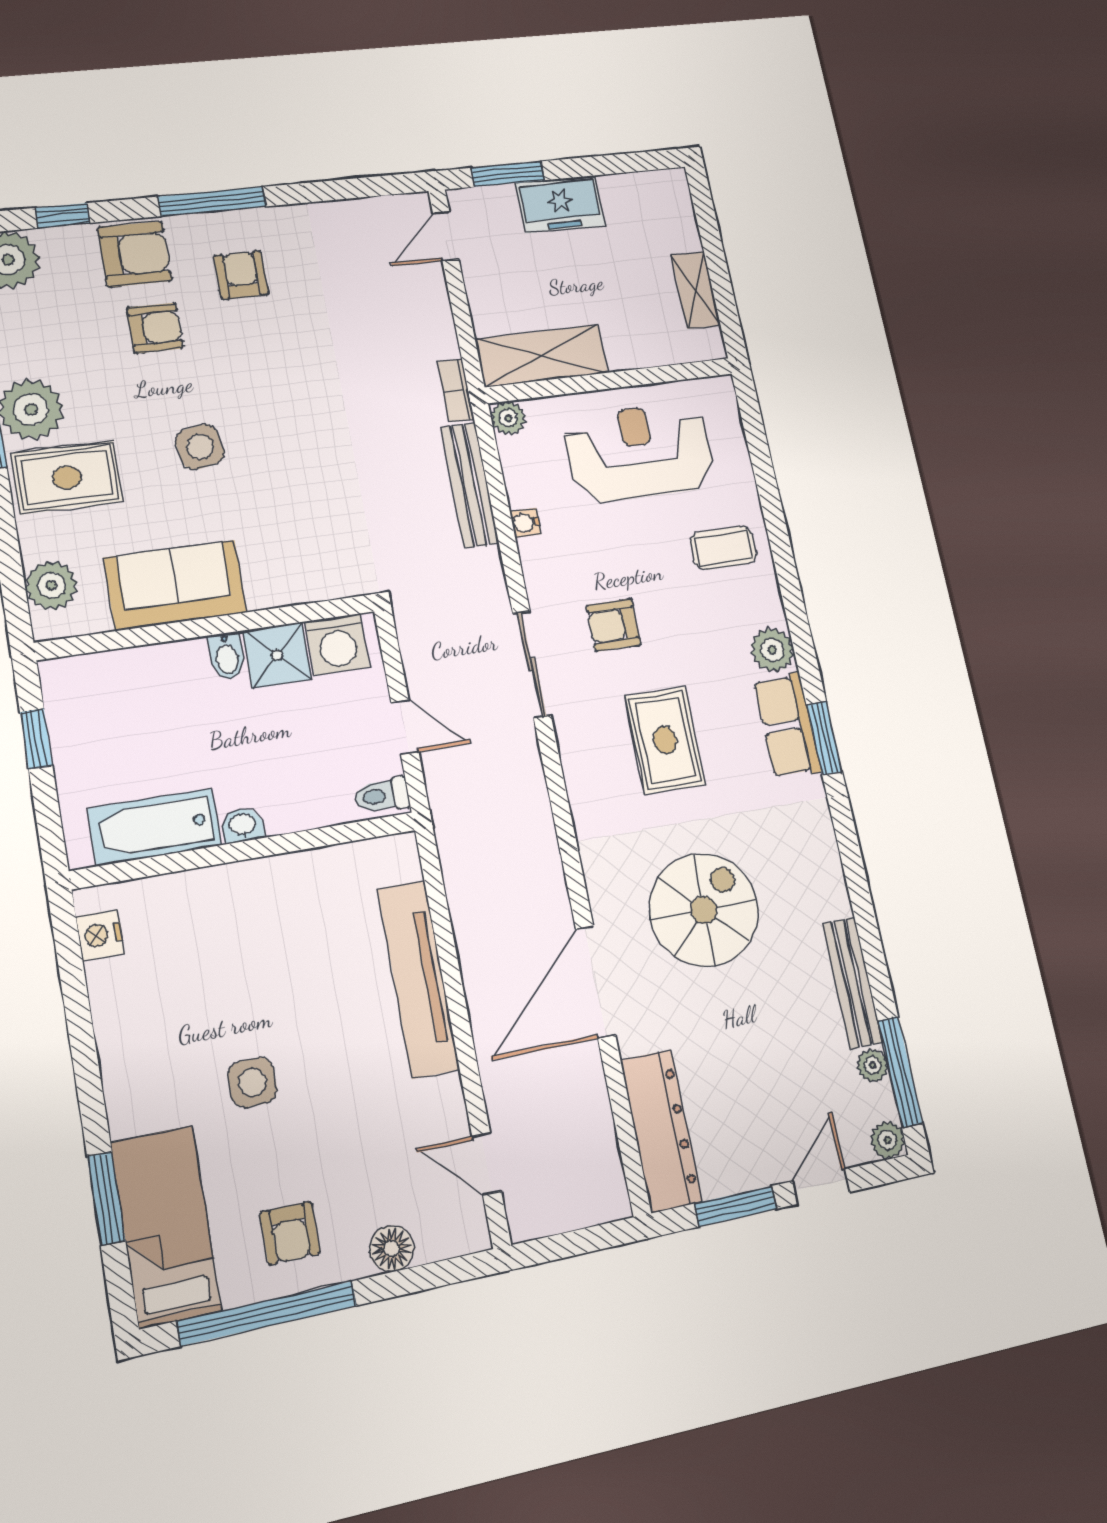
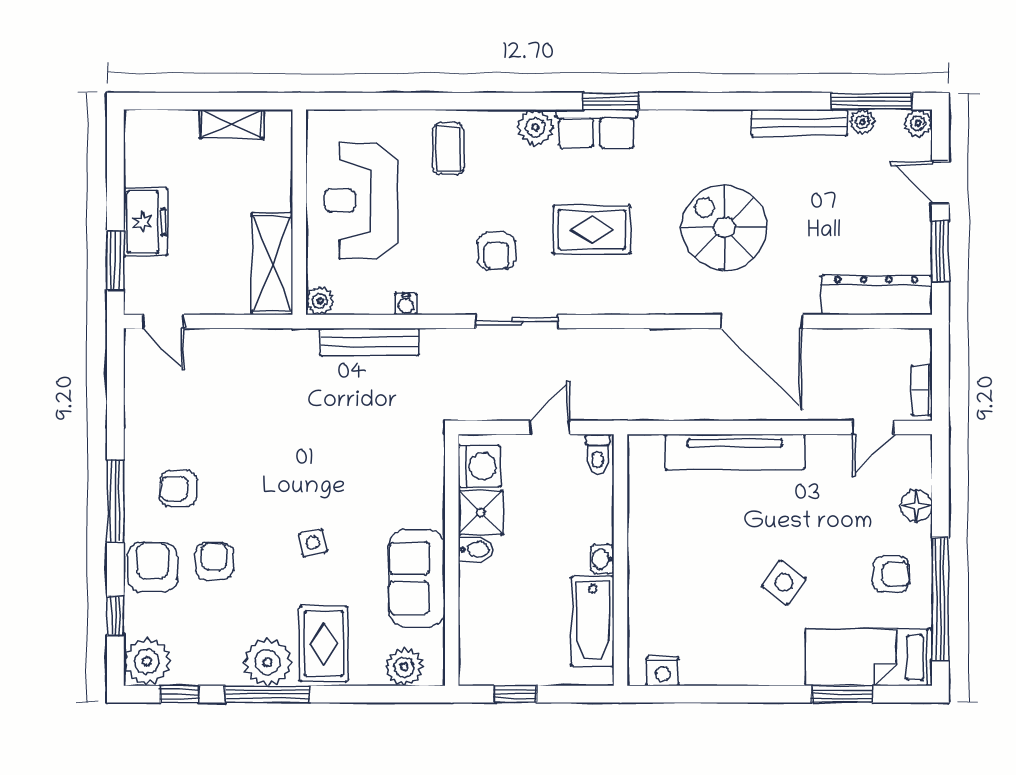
bookcase: (456, 390) -> (922, 390), moved, turned 90
side table: (200, 447) -> (313, 543), width x0.73, depth x0.73
side table: (252, 1082) -> (784, 582), turned 35

